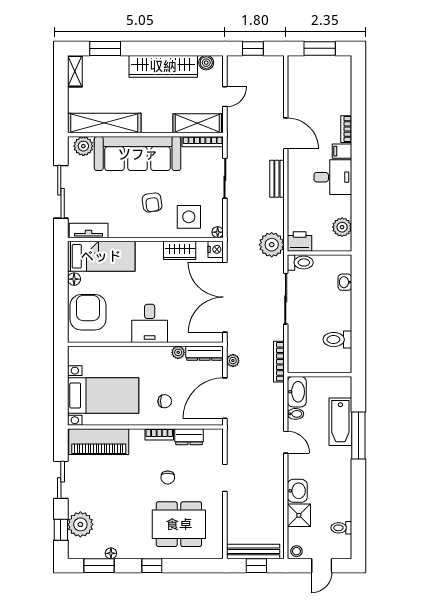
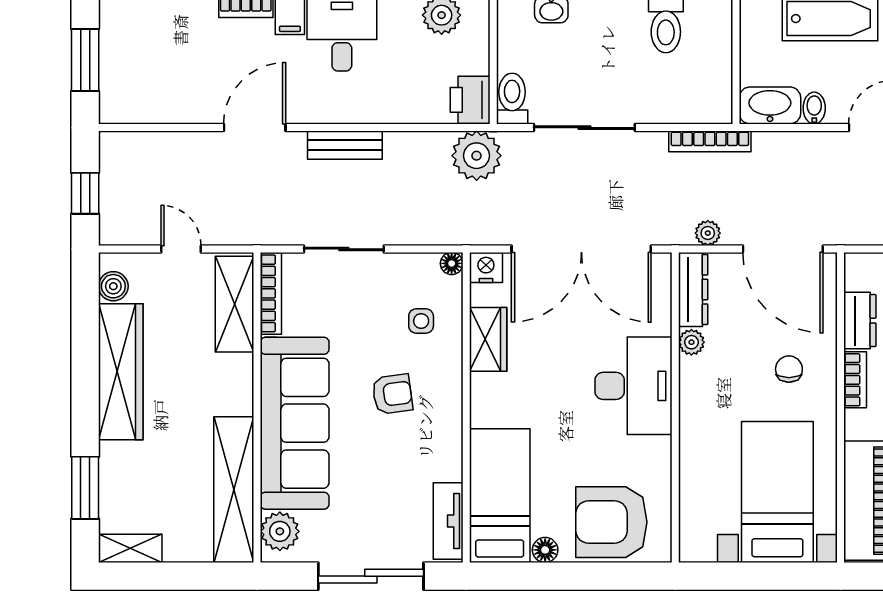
side table: (189, 217) -> (421, 321), width x0.54, depth x0.54
desk: (150, 323) -> (633, 386), width x1.37

